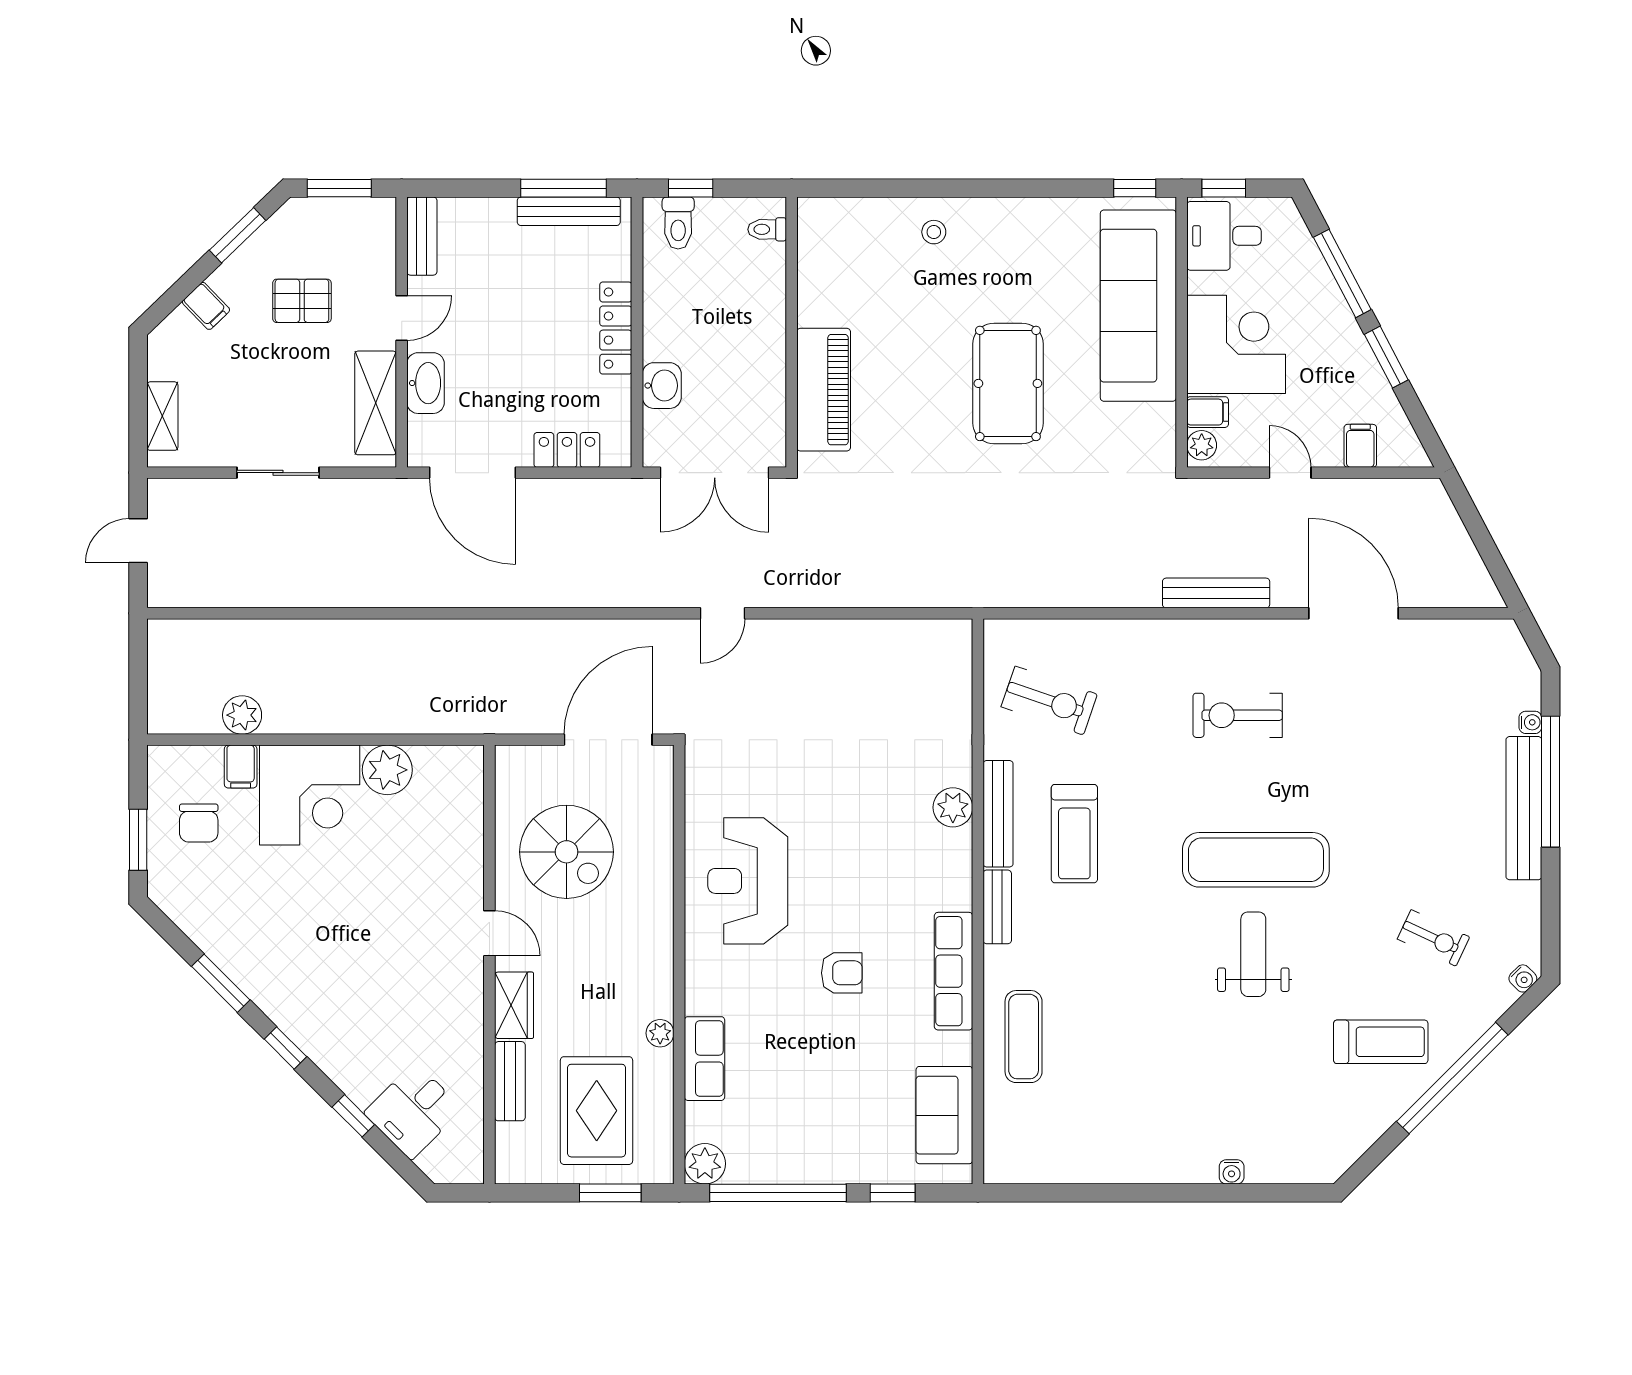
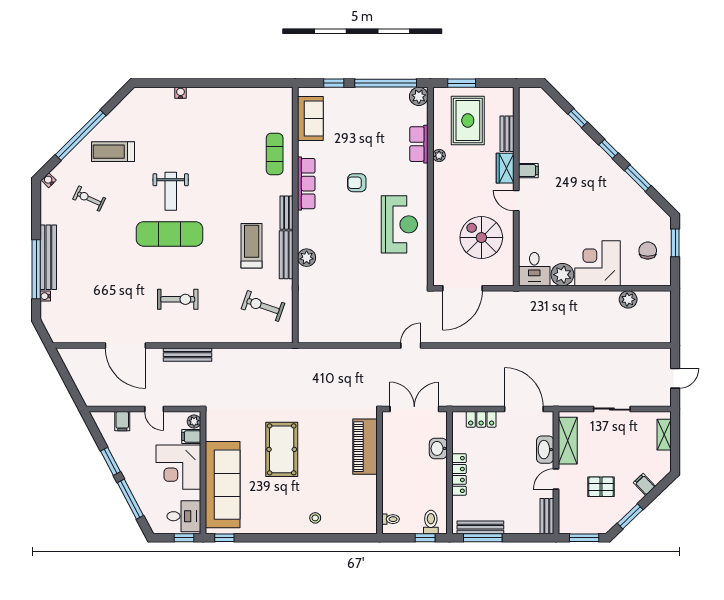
filing cabinet: (241, 767) -> (528, 171), moved, turned 90
desk: (413, 1111) -> (534, 269), moved, turned 135

